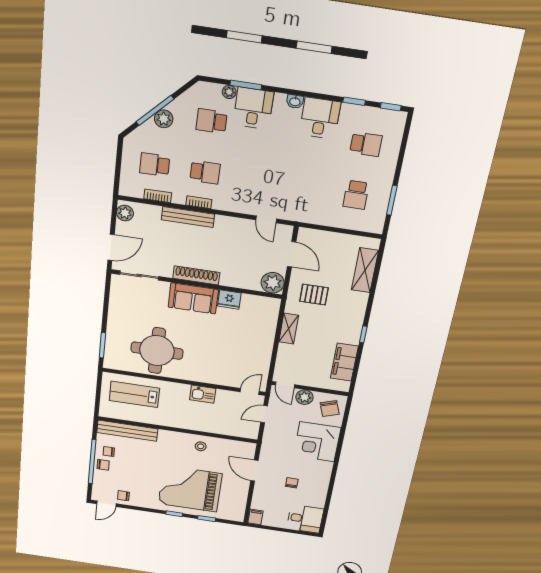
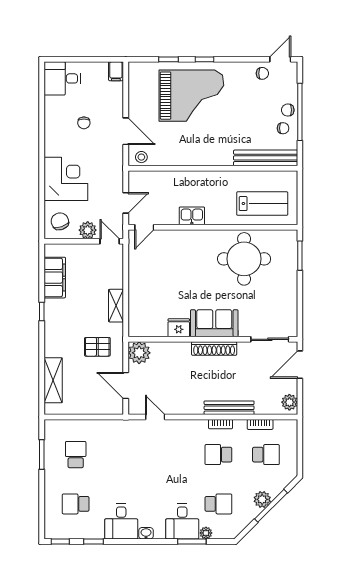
stool: (201, 446) -> (141, 157), moved

